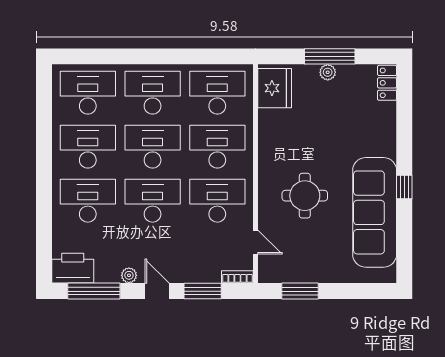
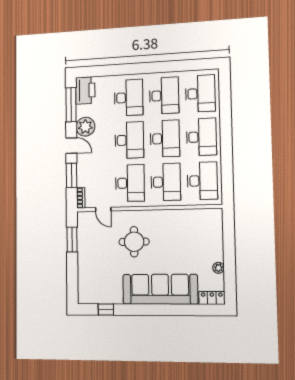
window: (330, 56) -> (229, 258), removed
plant: (328, 72) -> (218, 268), moved
fridge: (275, 88) -> (206, 220), removed
window: (404, 187) -> (106, 309), moved
sofa: (375, 212) -> (160, 289), moved
door: (256, 242) -> (103, 209), hinge flipped
plant: (129, 275) -> (85, 127), width x1.87, depth x1.87
door: (157, 291) -> (71, 146), hinge flipped

